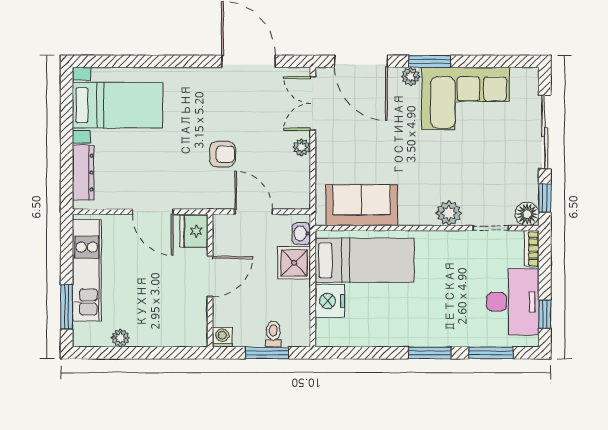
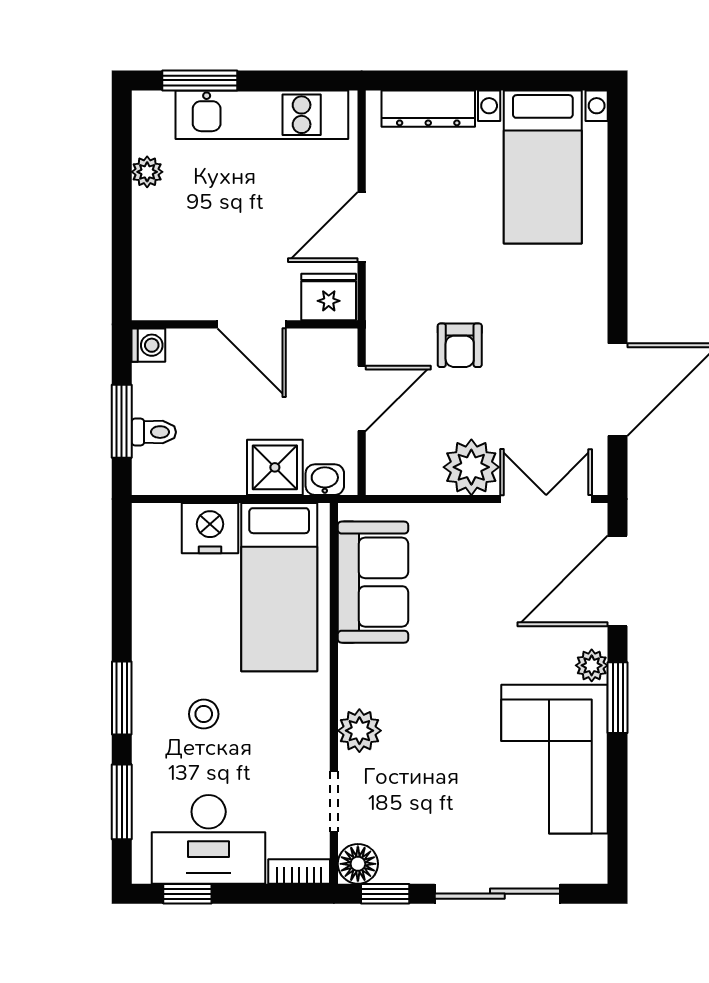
plant: (302, 147) -> (471, 467), width x1.88, depth x1.88
stool: (439, 305) -> (204, 714), added

